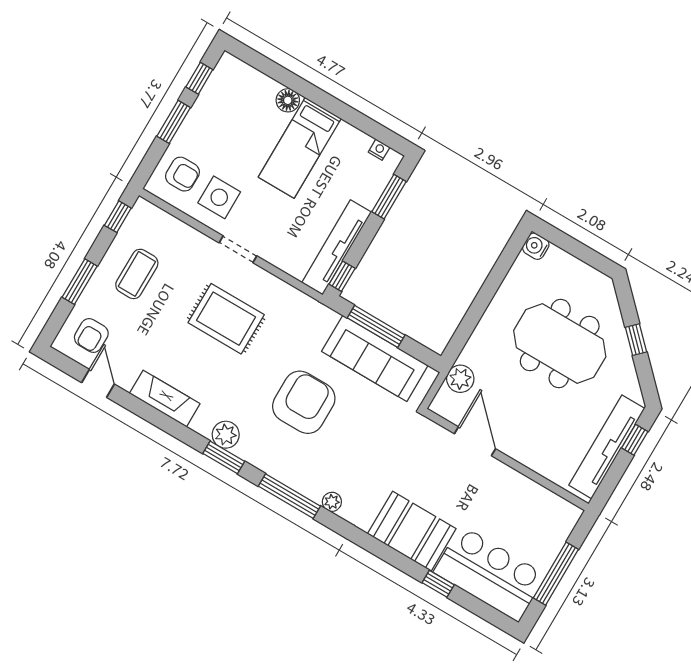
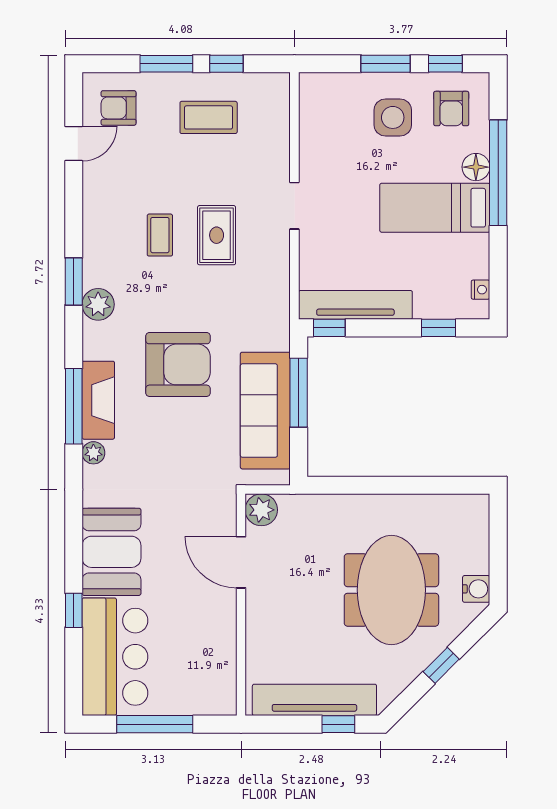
window: (301, 87) -> (498, 173), added
armchair: (182, 174) -> (451, 109), moved
side table: (219, 197) -> (393, 117), moved
window: (389, 197) -> (439, 328), width x0.67
window: (118, 217) -> (226, 64), moved
water cooler: (536, 246) -> (476, 589), moved, turned 90
rug: (226, 319) -> (217, 235), width x0.73, depth x0.70
coffee table: (202, 360) -> (160, 235), added
plant: (460, 379) -> (261, 510), moved
fireplace: (165, 399) -> (98, 400), moved
door: (475, 441) -> (241, 562), swing flipped
window: (224, 457) -> (74, 281), moved

